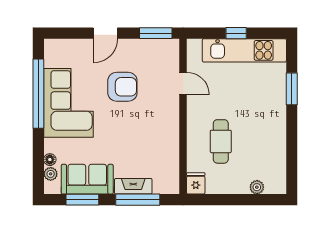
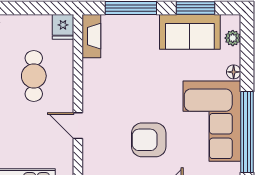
door: (183, 83) -> (78, 126), moved
floor lamp: (50, 160) -> (234, 72), moved
fireplace: (133, 186) -> (91, 36), moved, turned -90

